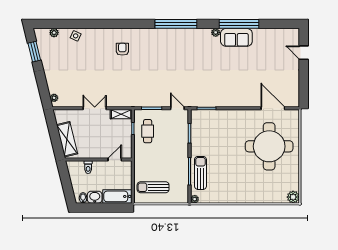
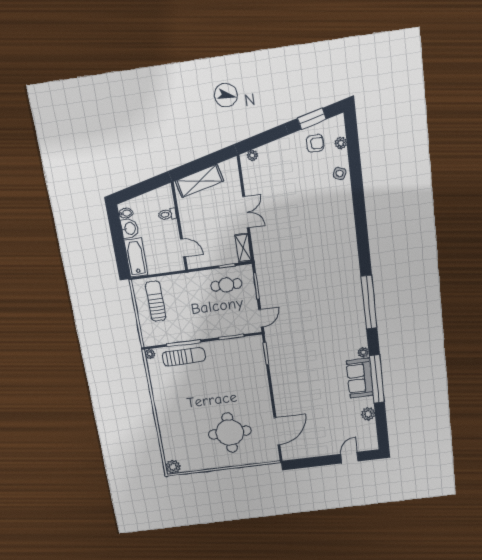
plant: (268, 34) -> (368, 414), added
armchair: (122, 49) -> (315, 143), moved
round table: (269, 146) -> (230, 433), width x0.73, depth x0.73

